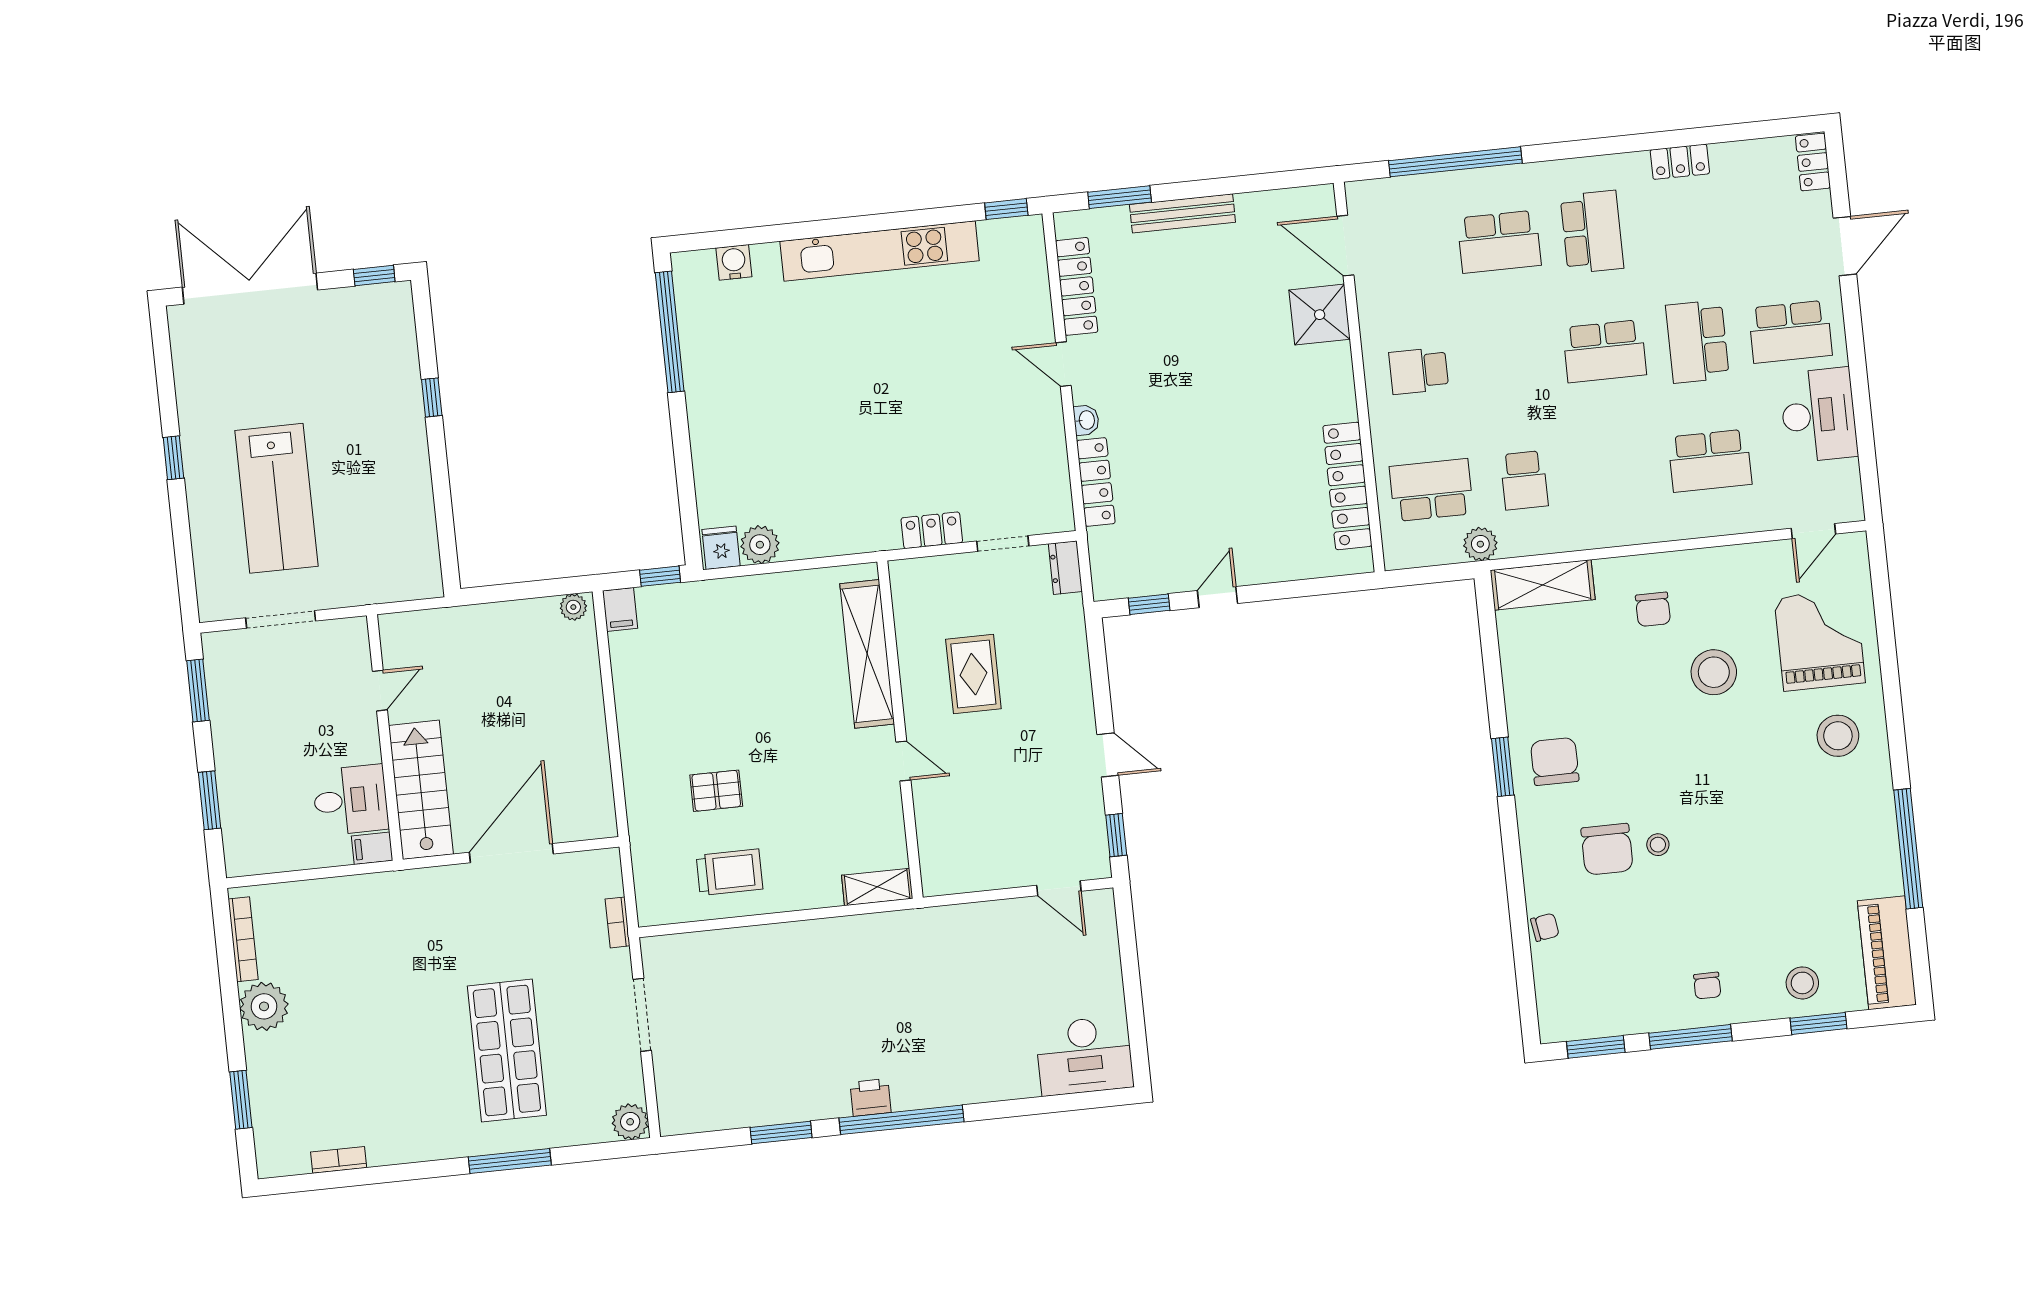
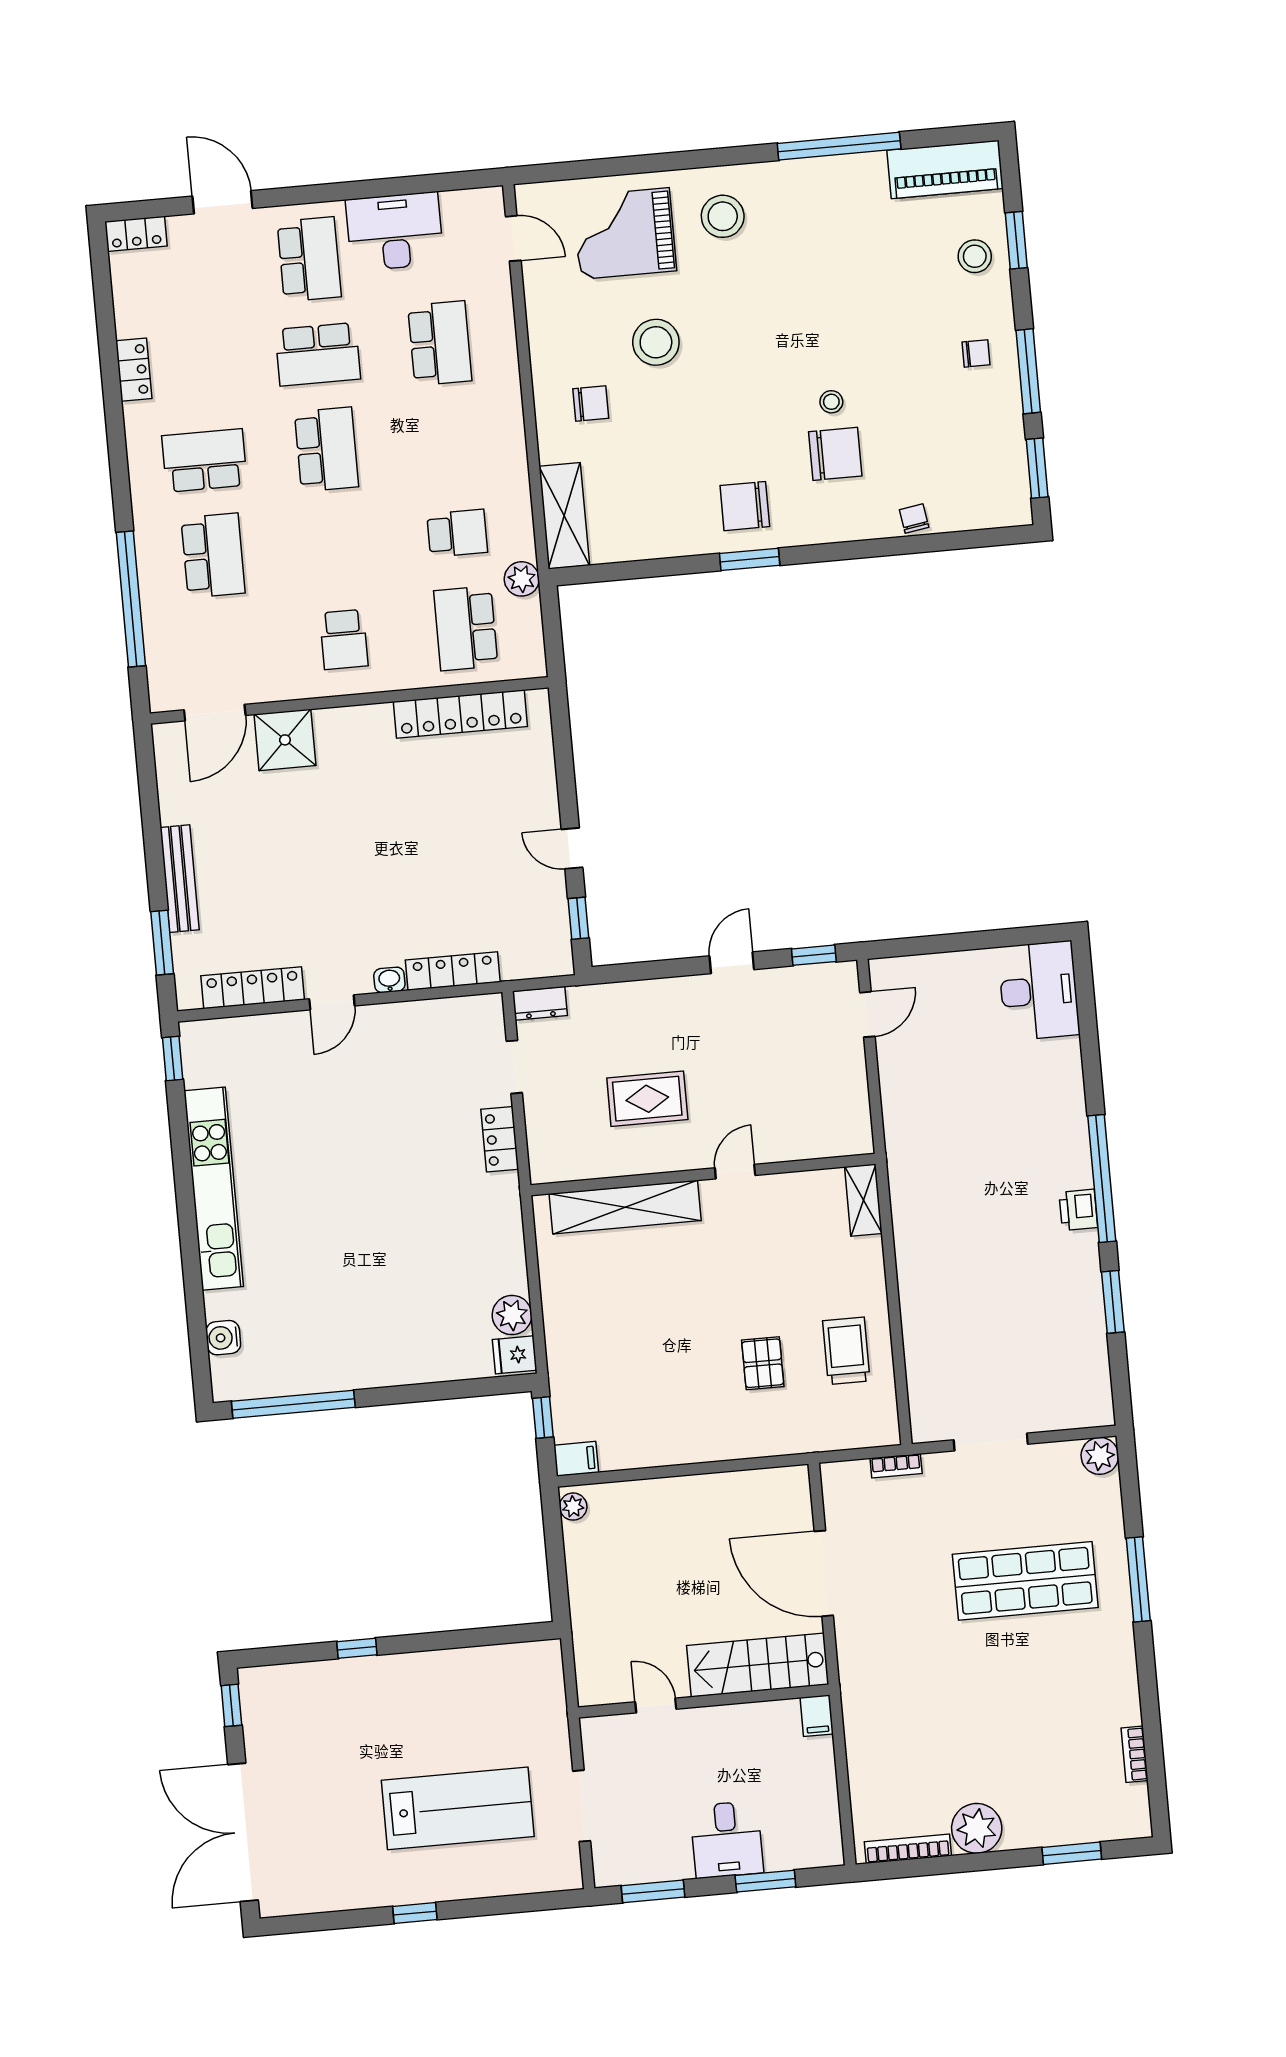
desk: (350, 800) -> (727, 1840), moved, turned 180

